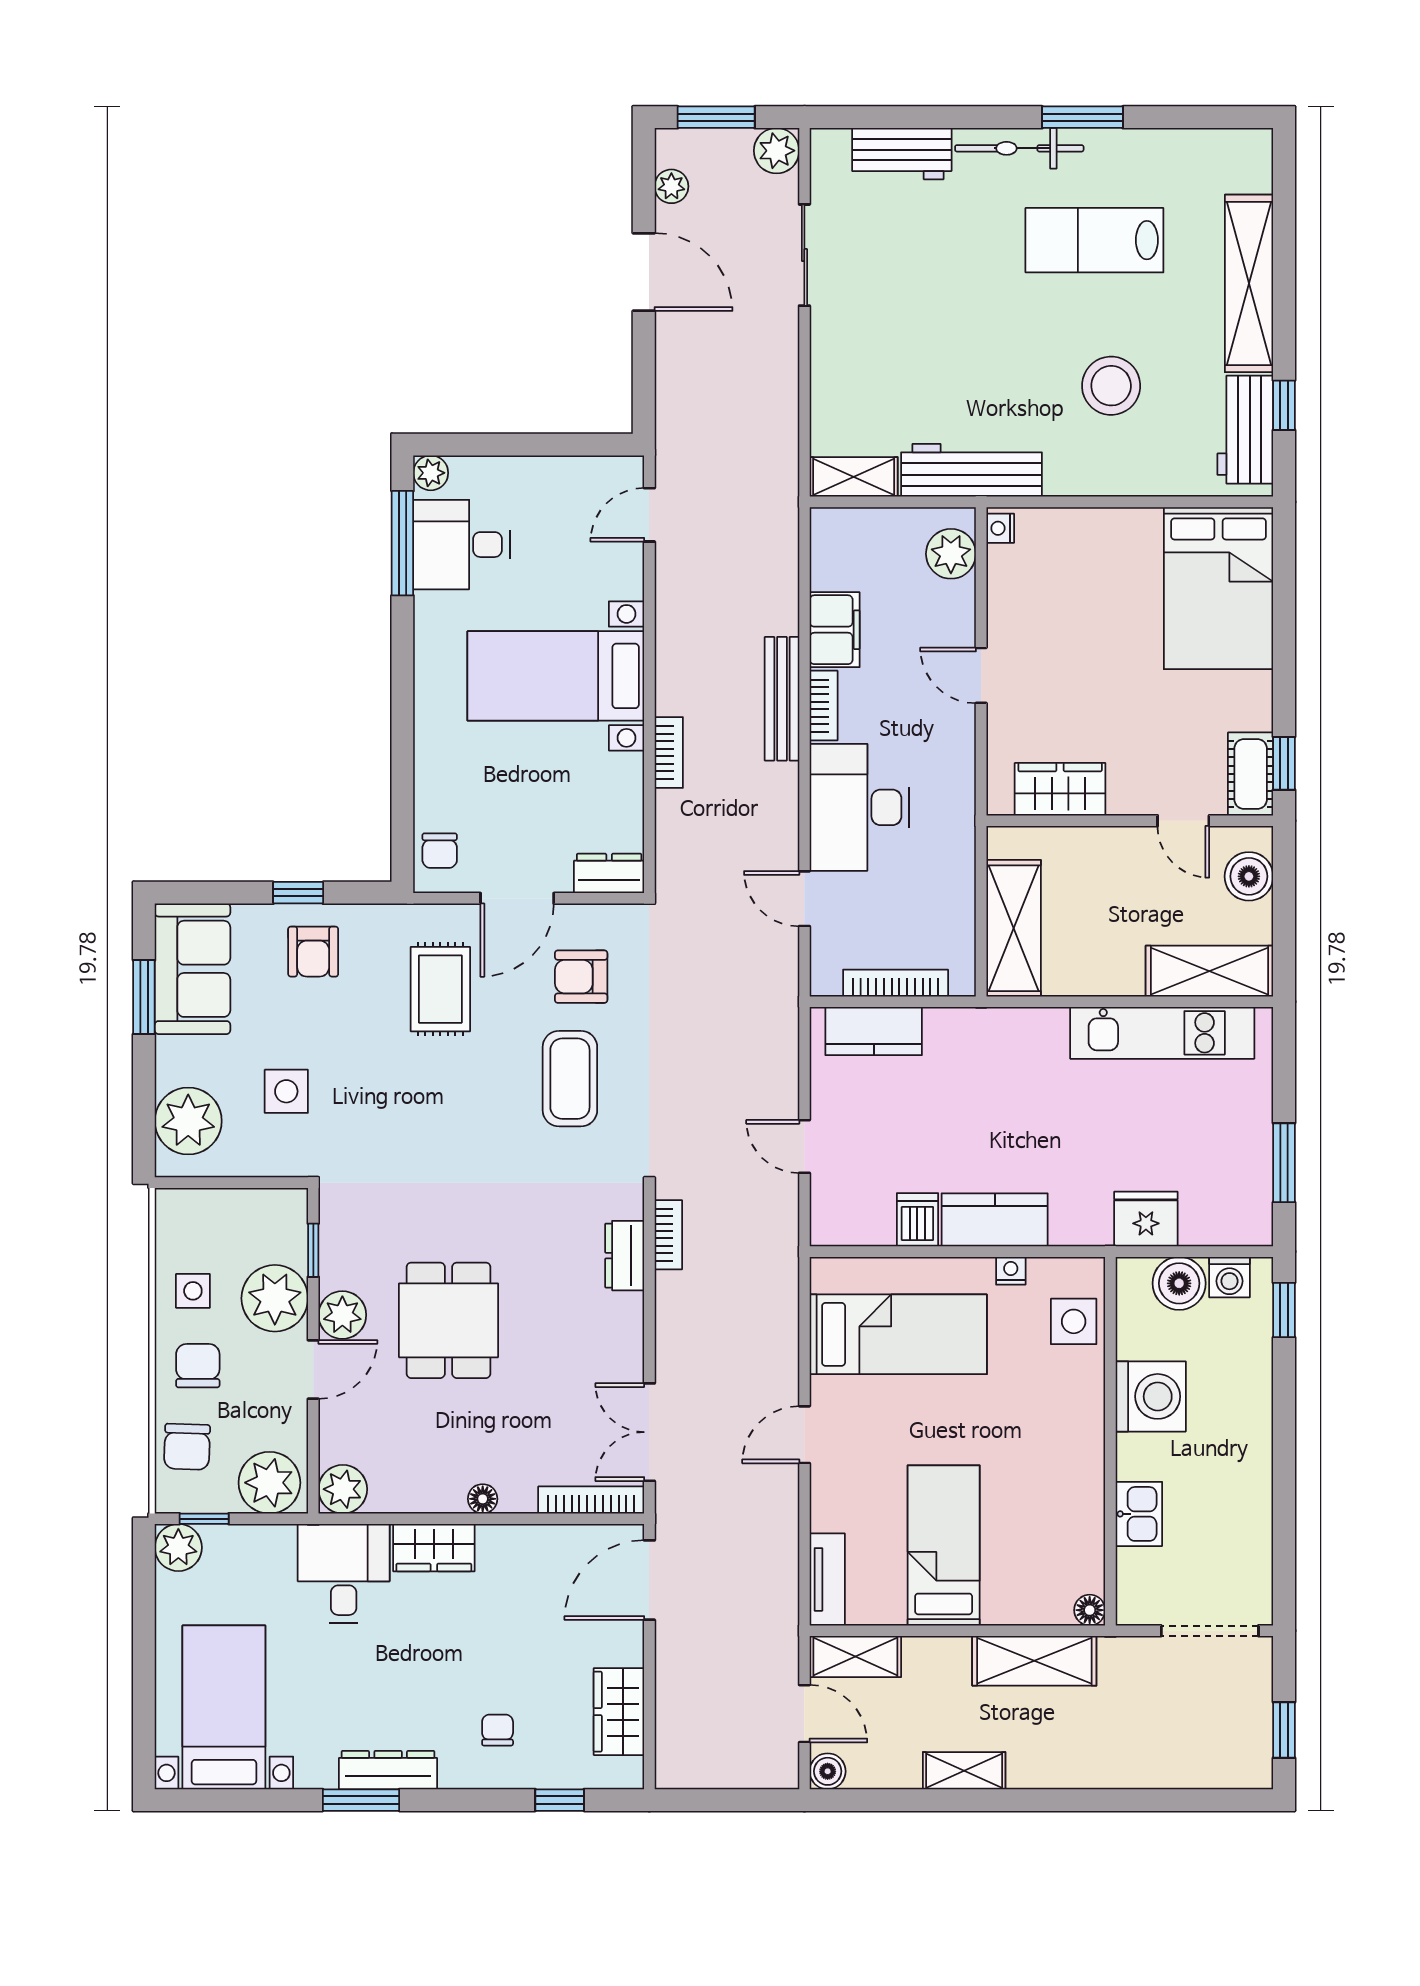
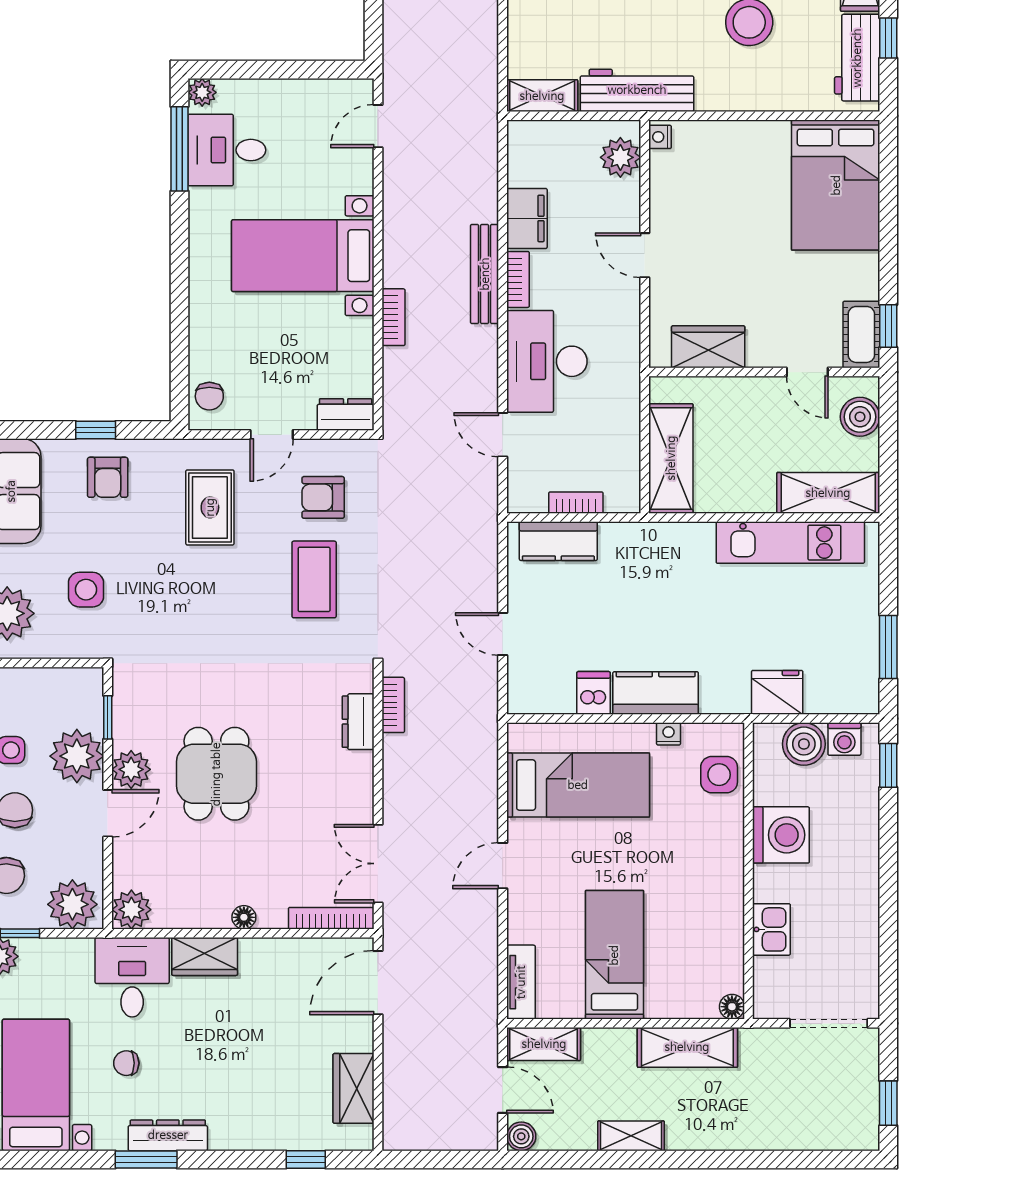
door: (517, 898) -> (272, 434), width x0.73
bookcase: (896, 983) -> (576, 503), width x0.64
chair: (498, 1730) -> (126, 1063), moved, turned -90

